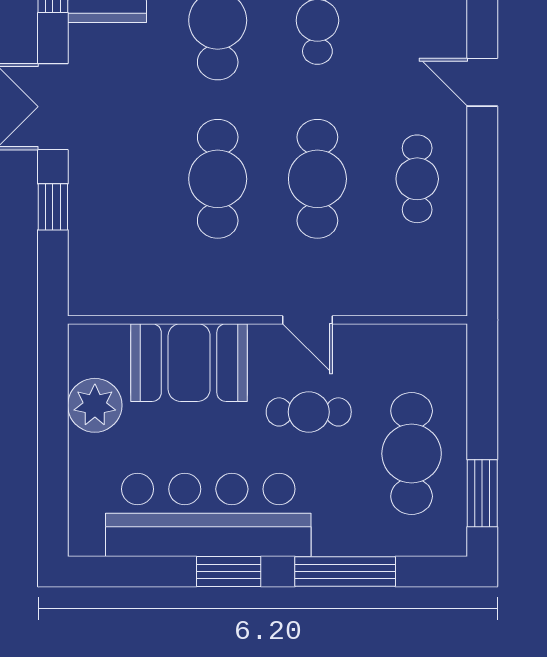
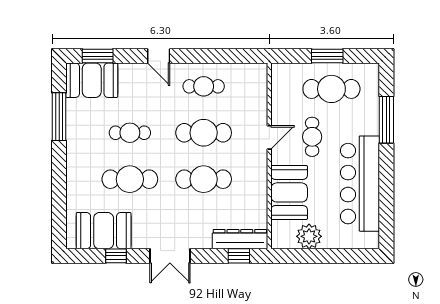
door: (482, 82) -> (159, 56), hinge flipped
window: (53, 207) -> (239, 256), moved
dresser: (89, 257) -> (240, 239), added
window: (482, 493) -> (327, 56), moved
window: (229, 572) -> (386, 174), removed

